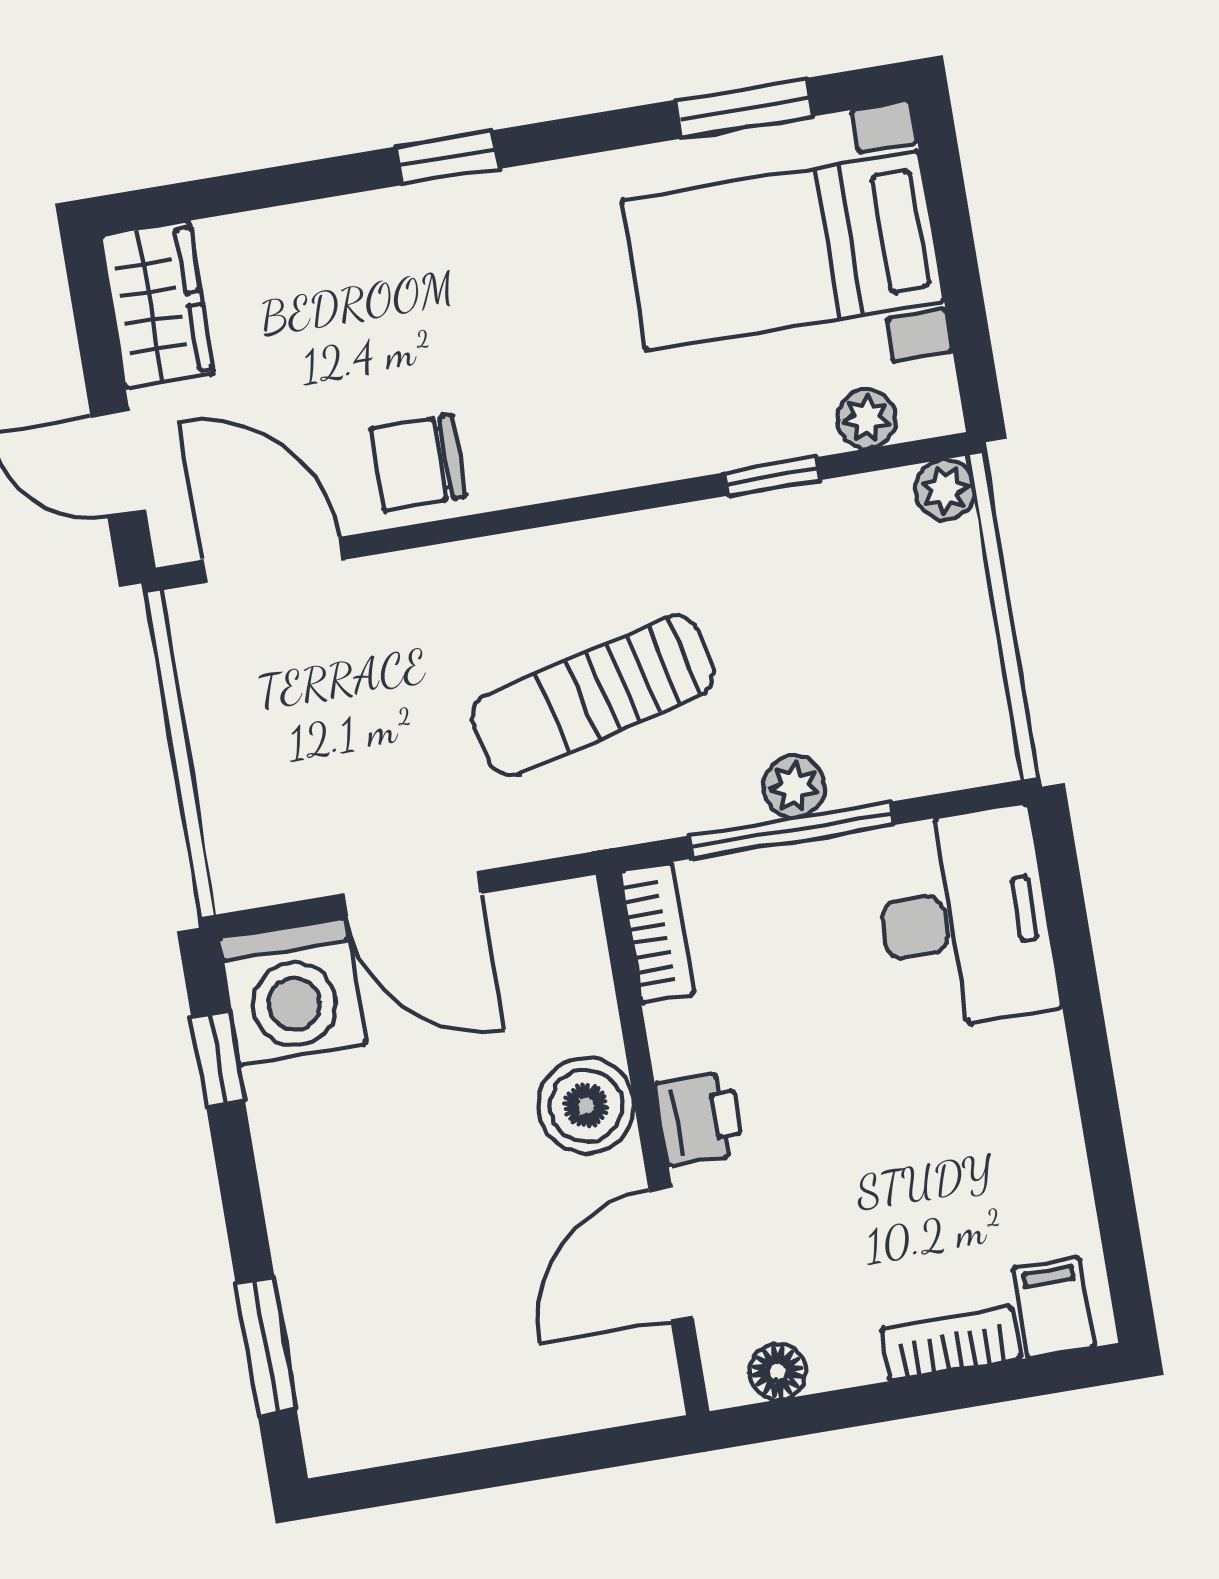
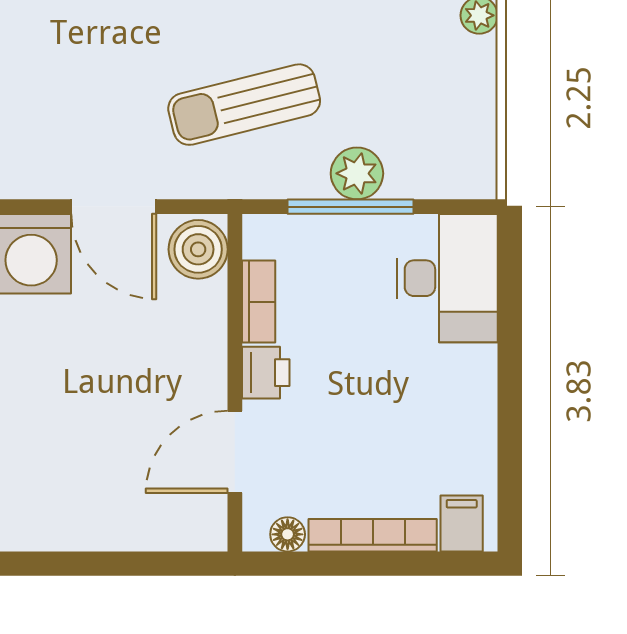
plant: (794, 787) -> (357, 173), width x1.38, depth x1.38
bookcase: (656, 933) -> (259, 302), moved
boiler: (586, 1106) -> (198, 249), moved
bookcase: (951, 1344) -> (373, 535), width x1.56

